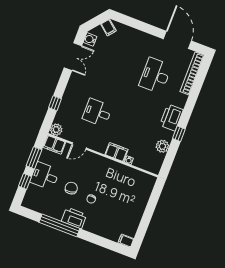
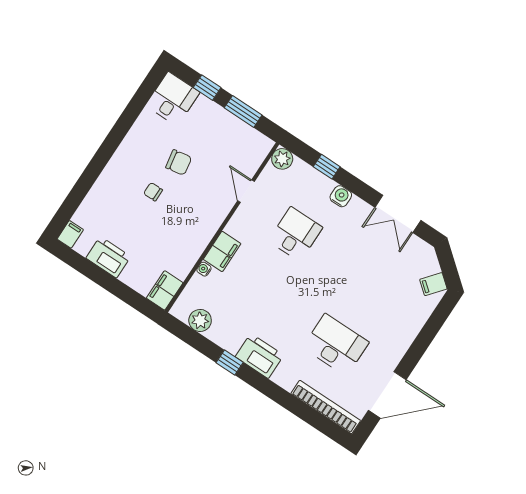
water cooler: (90, 39) -> (341, 196), moved
filing cabinet: (54, 145) -> (165, 290), moved
plant: (162, 146) -> (200, 320), moved
desk: (45, 176) -> (173, 99), moved
printer: (74, 218) -> (108, 257), moved, turned -90
window: (59, 225) -> (121, 129), removed

